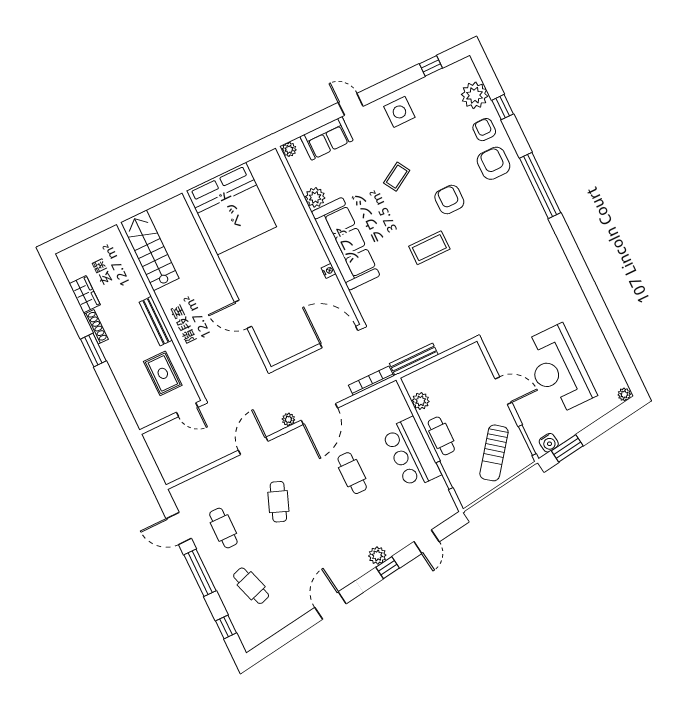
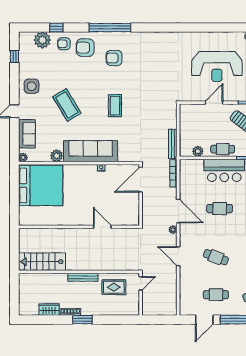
coffee table: (397, 177) -> (67, 105), width x1.86, depth x1.72
armchair: (449, 200) -> (114, 58), moved
bed: (231, 209) -> (41, 185), moved
door: (243, 314) -> (102, 227), swing flipped

